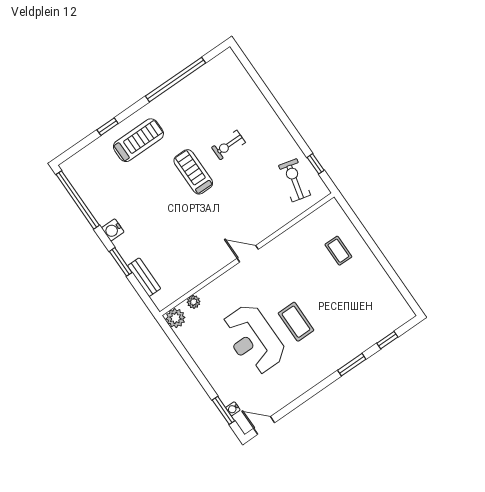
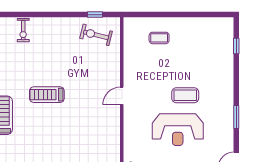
exercise bike: (228, 145) -> (23, 30), moved
plant: (194, 302) -> (128, 151), removed
window: (352, 365) -> (236, 117), moved

